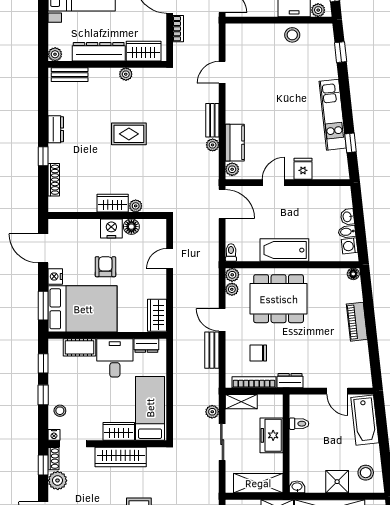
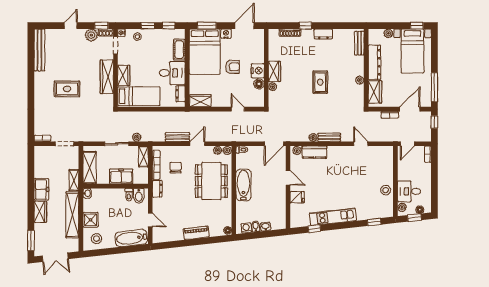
plant: (55, 54) -> (388, 33), moved
door: (337, 391) -> (150, 220), swing flipped
bidet: (301, 409) -> (139, 196), added

